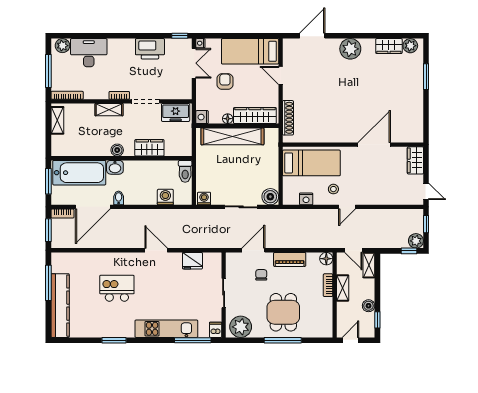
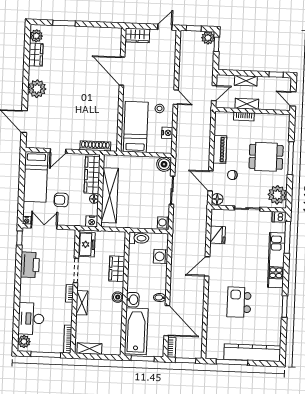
floor lamp: (326, 259) -> (217, 199), moved
shelving: (369, 265) -> (246, 81), moved
boiler: (369, 306) -> (263, 82), removed

